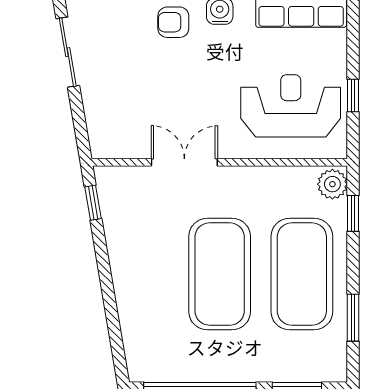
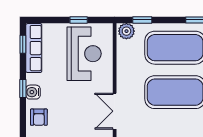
reception desk: (291, 106) -> (84, 54), turned 180

